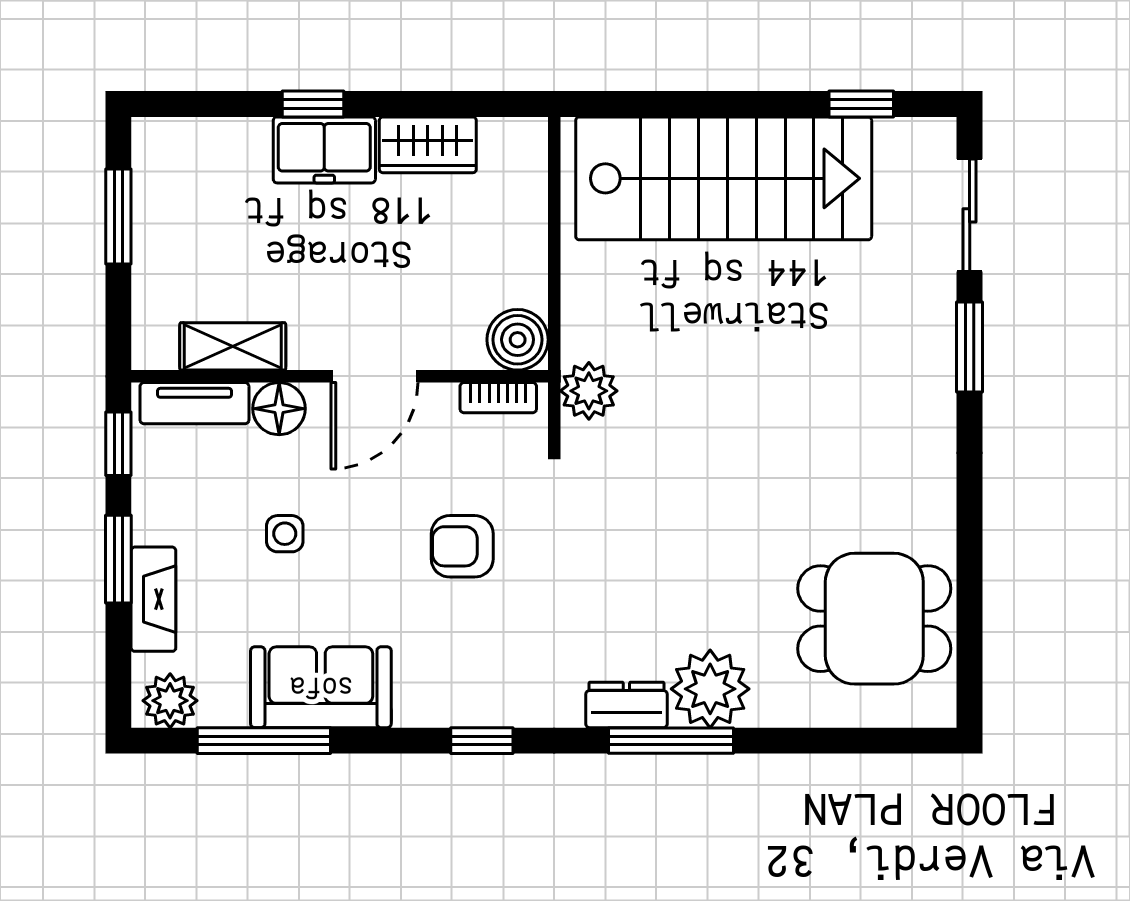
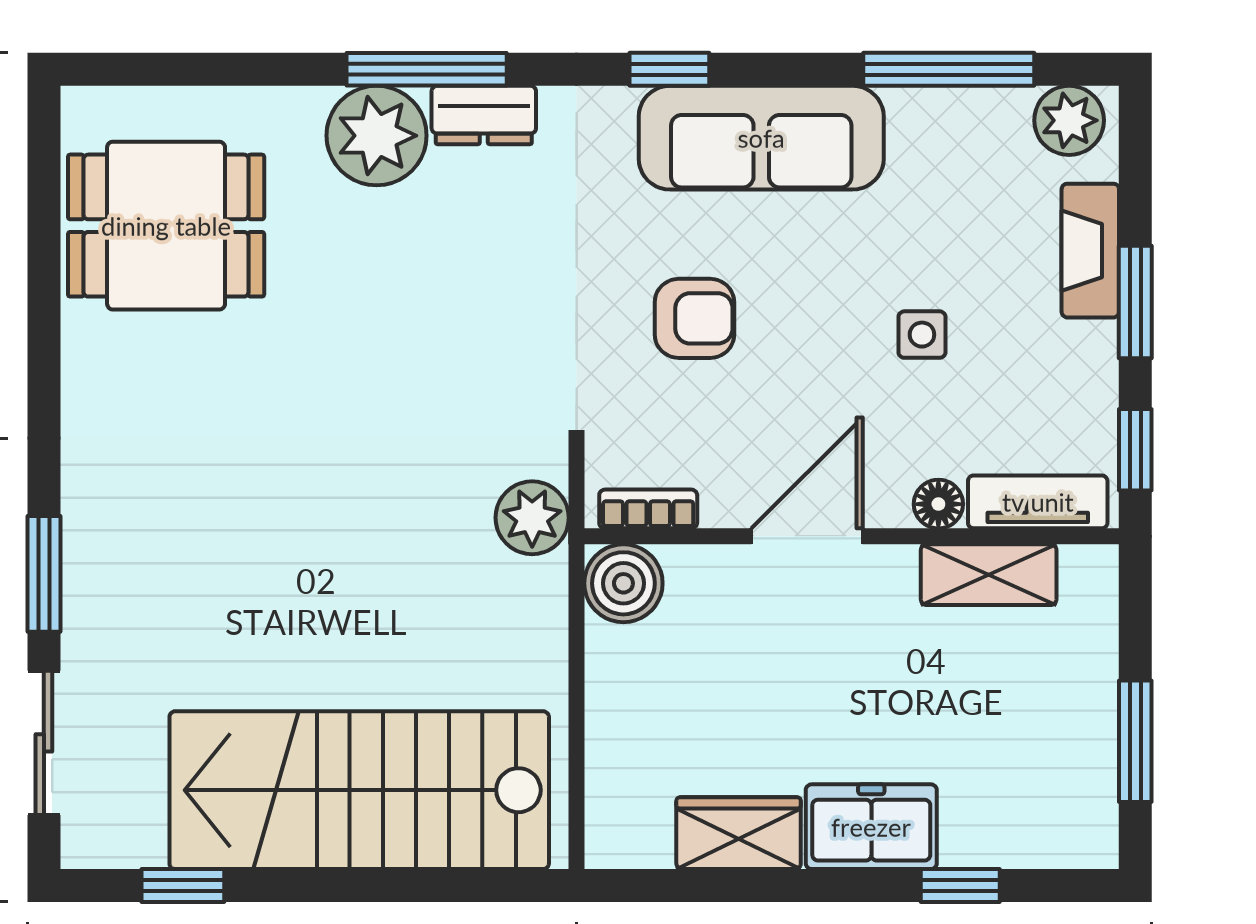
window: (313, 104) -> (960, 886), moved
floor lamp: (279, 409) -> (938, 504), width x0.73, depth x0.73
sofa: (321, 687) -> (761, 138), moved, width x1.36

